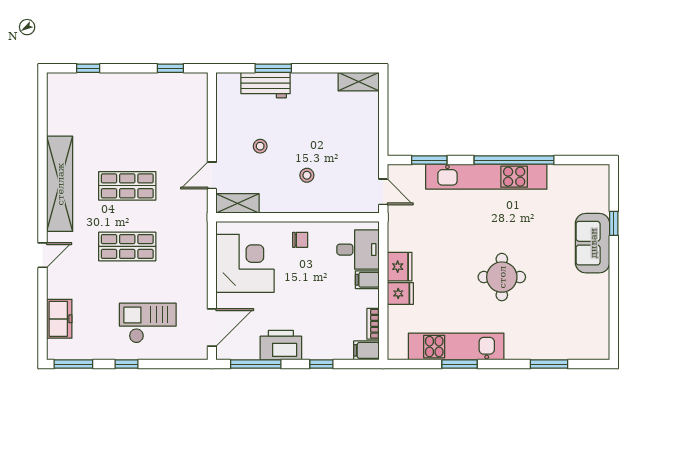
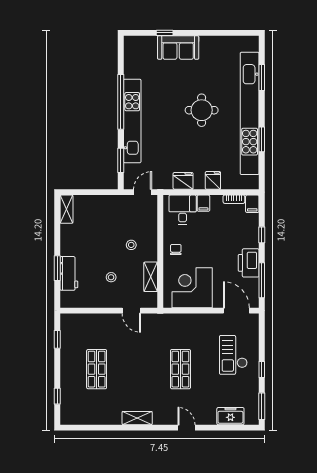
shelving: (60, 184) -> (137, 418), width x0.45, depth x0.75
shop shelf: (127, 186) -> (97, 369), moved
shelving: (238, 203) -> (151, 277), moved
fridge: (400, 267) -> (183, 181), moved
kitchen unit: (456, 347) -> (250, 113), width x1.86

